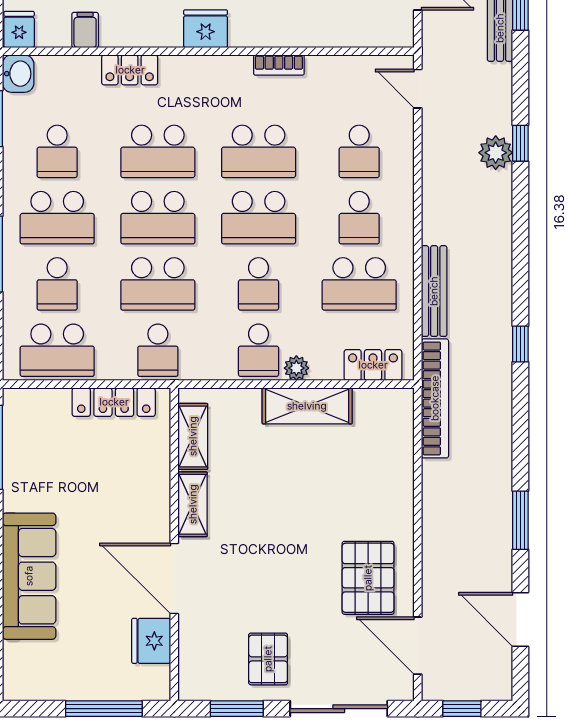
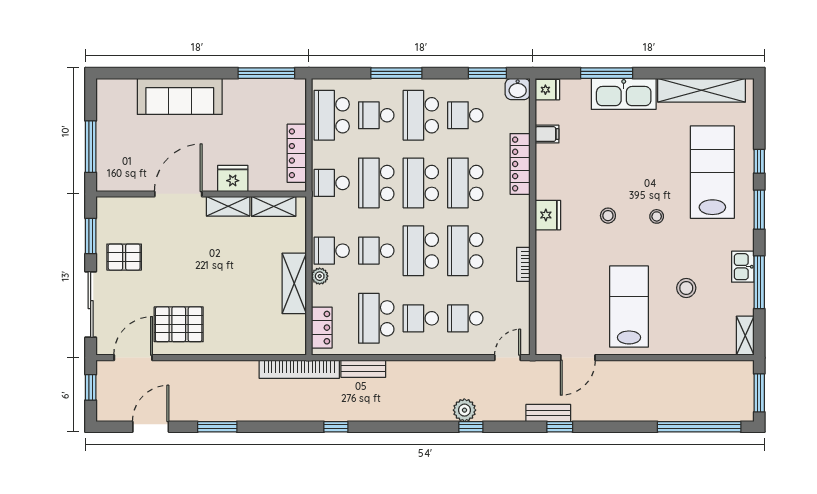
locker: (130, 70) -> (520, 164), width x1.53
bench: (434, 291) -> (363, 369), width x0.73
fridge: (151, 641) -> (233, 178), moved

